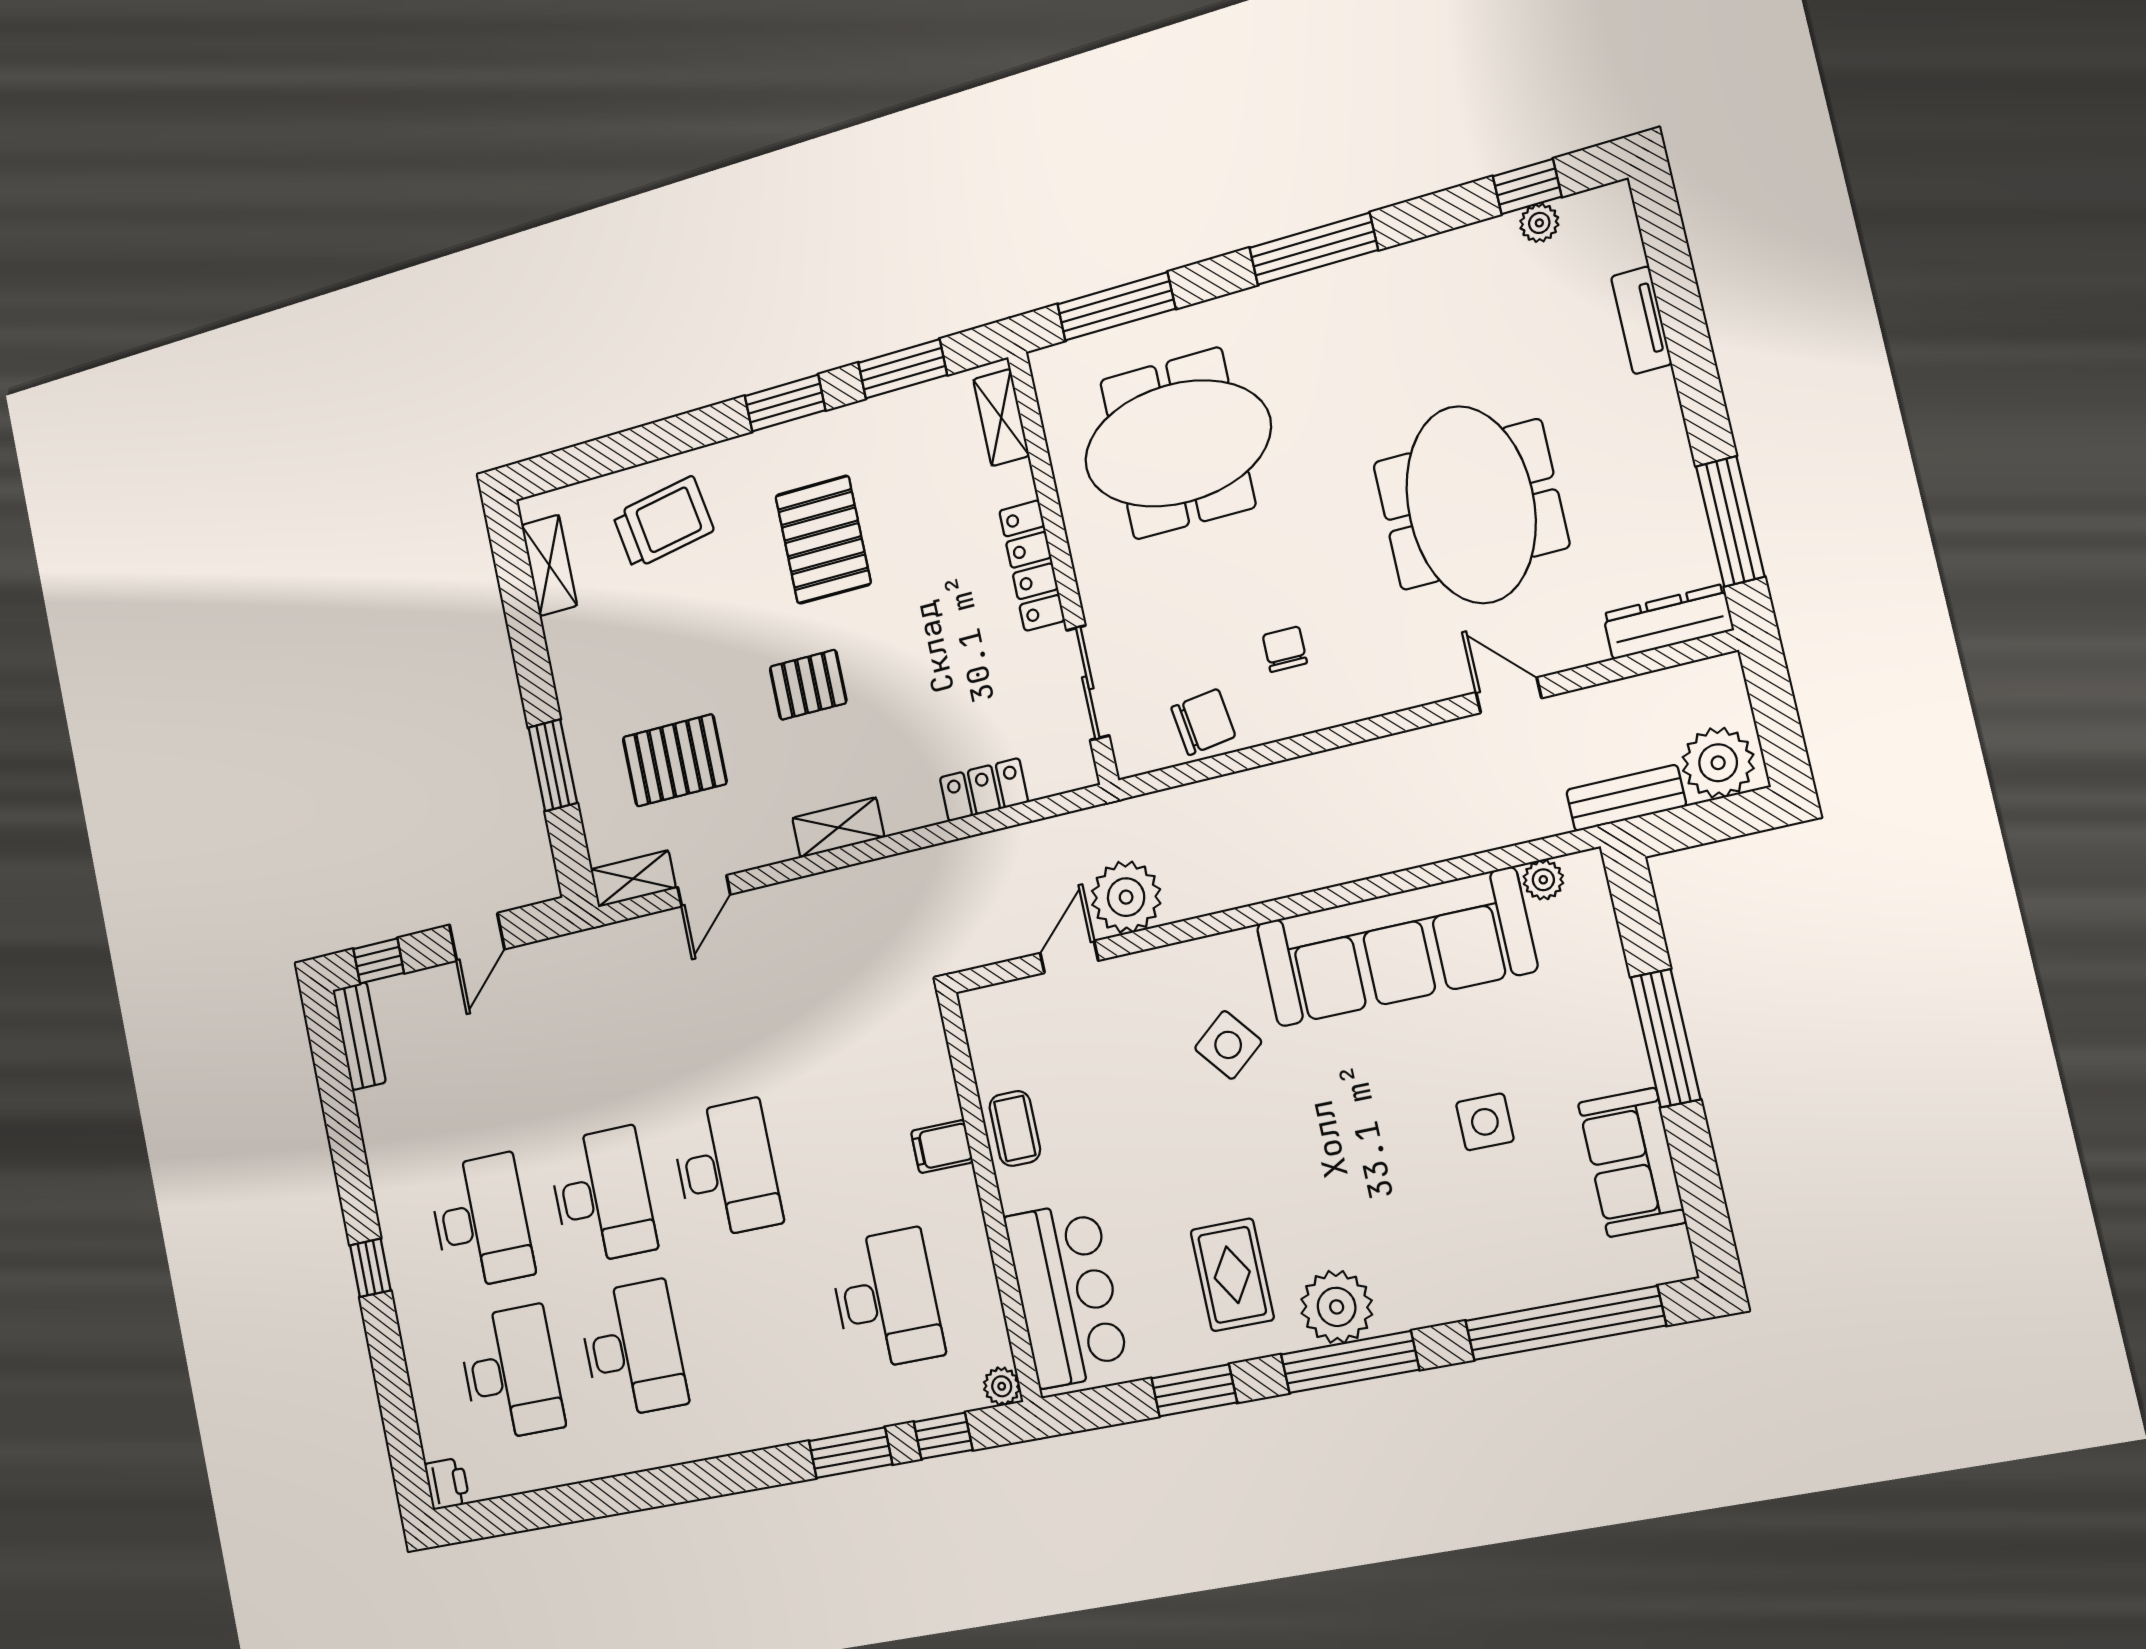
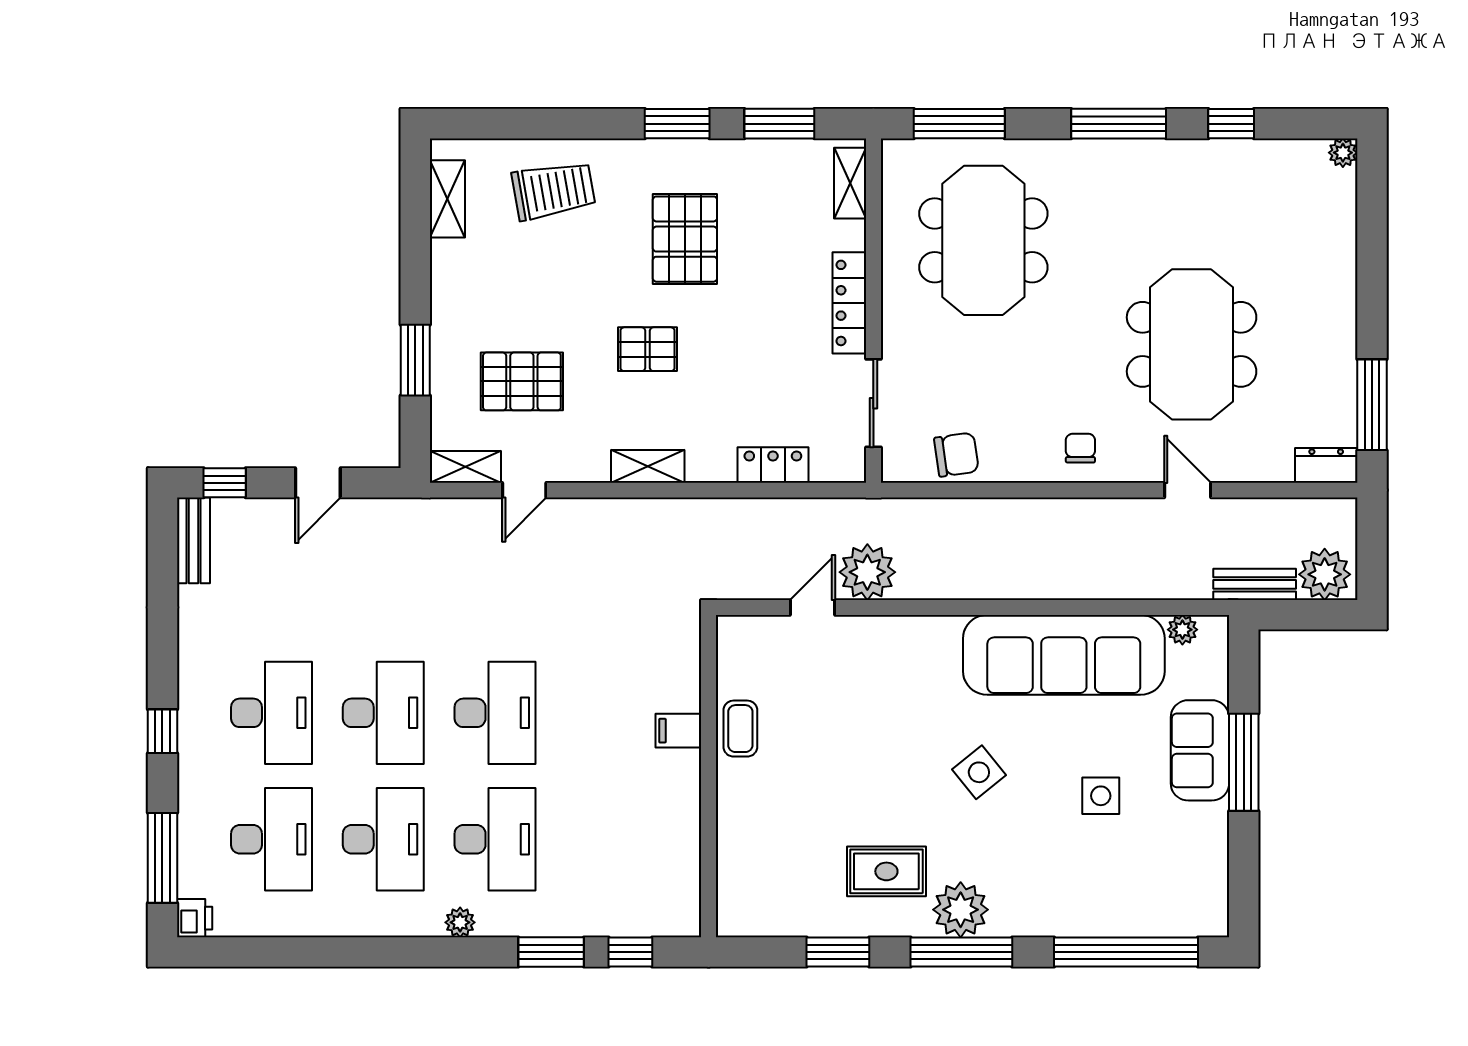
window: (1527, 187) -> (1231, 124), moved
plant: (1539, 223) -> (1343, 153), moved
tv unit: (1641, 320) -> (1343, 244), removed
meeting table: (1178, 443) -> (983, 240), turned 90
dresser: (1668, 622) -> (1326, 465), width x0.70
chair: (1285, 649) -> (1080, 448), moved
side table: (1228, 1045) -> (979, 772), moved
sofa: (1632, 1162) -> (1200, 750), moved
rug: (1232, 1275) -> (886, 871), turned 90
bar counter: (1066, 1294) -> (754, 862), removed
desk: (886, 1299) -> (495, 839), moved
plant: (1002, 1386) -> (460, 922), moved
window: (399, 1418) -> (162, 858), added

